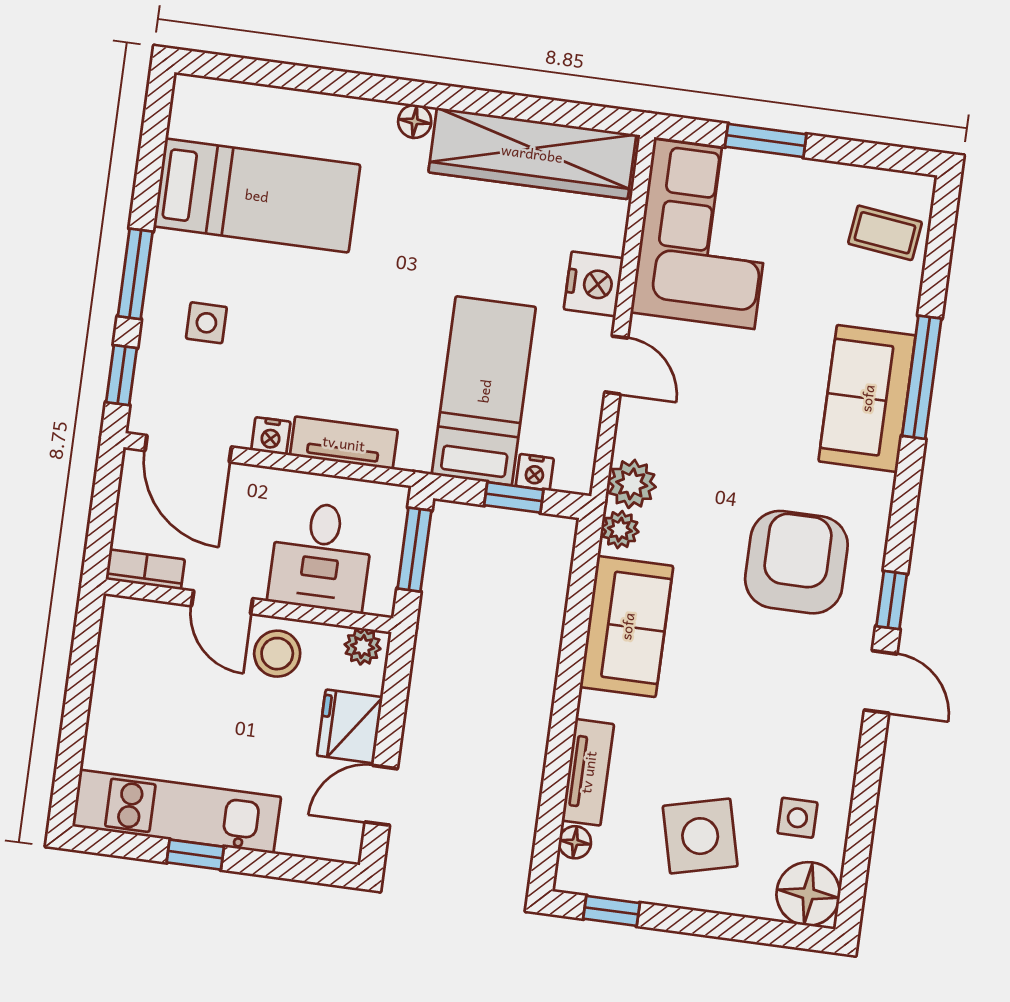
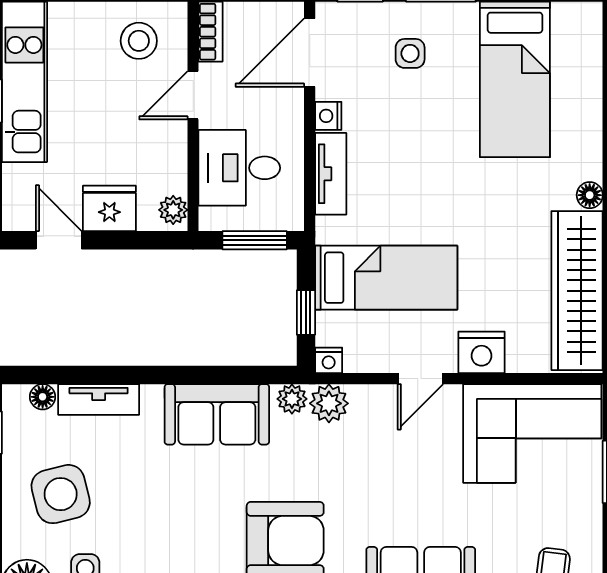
nightstand: (535, 472) -> (329, 360), moved, turned -90
stool: (277, 654) -> (139, 41), moved

